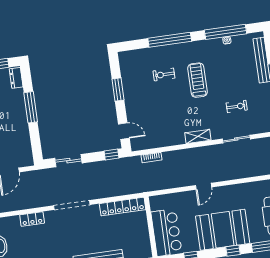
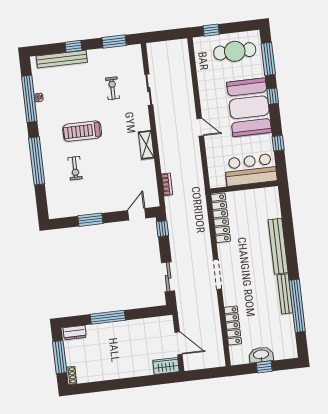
shelving: (198, 136) -> (146, 145), moved
doorway: (72, 205) -> (218, 274), width x0.73
locker: (32, 219) -> (233, 325), width x1.53

